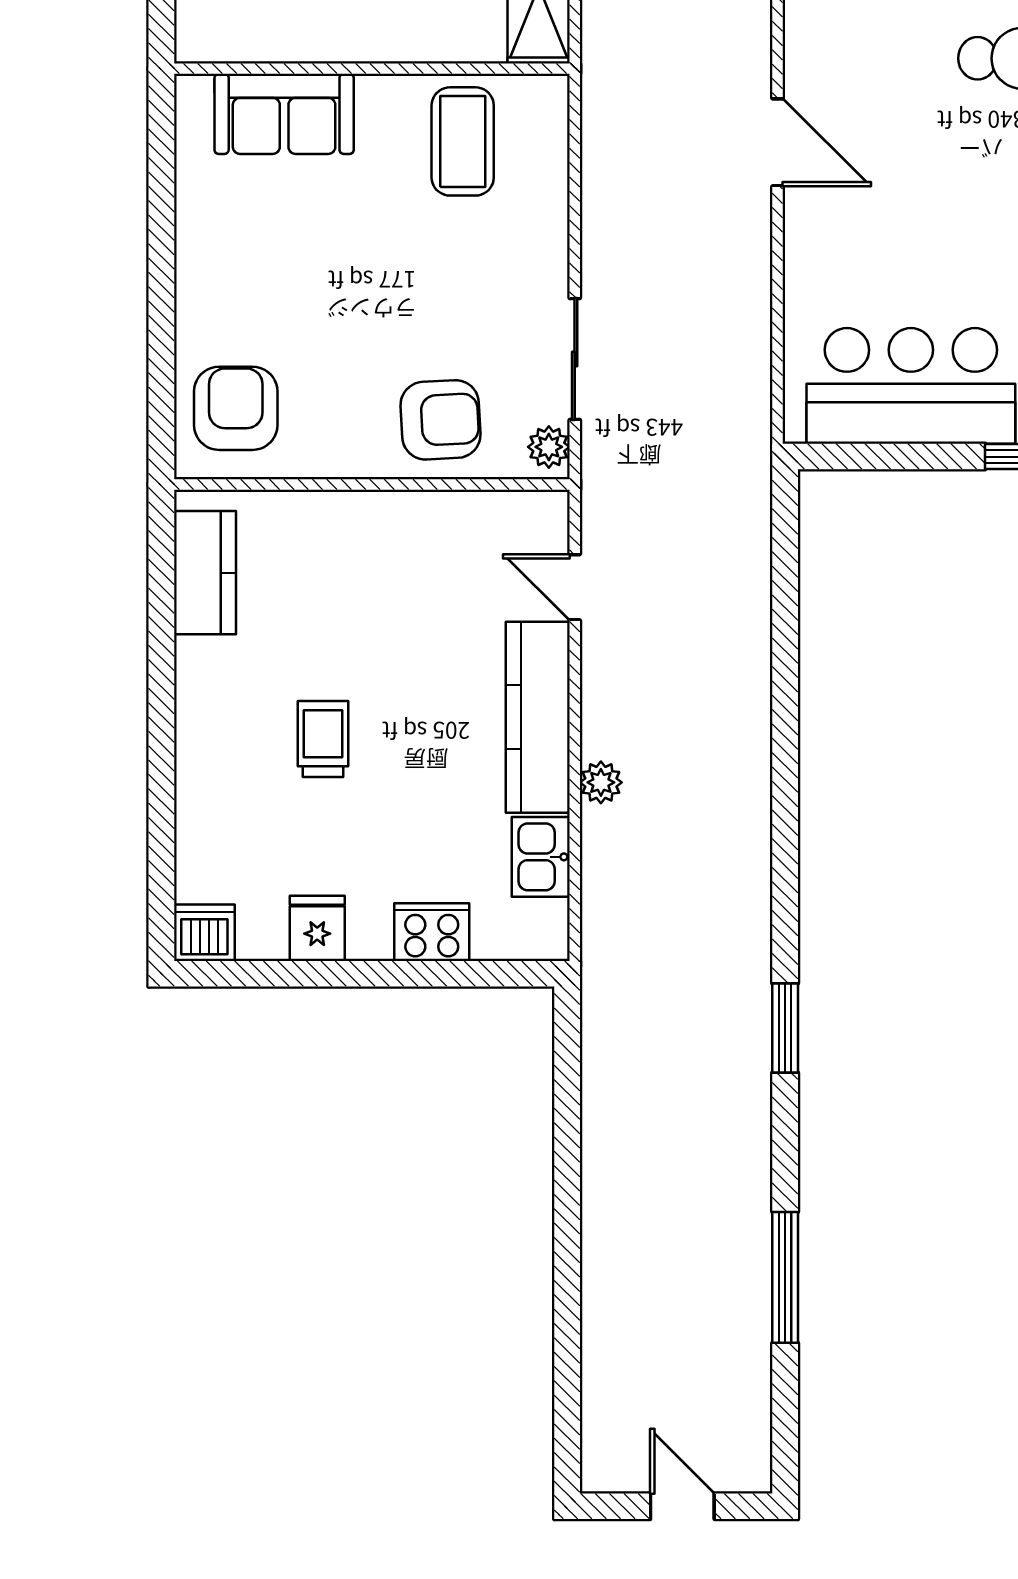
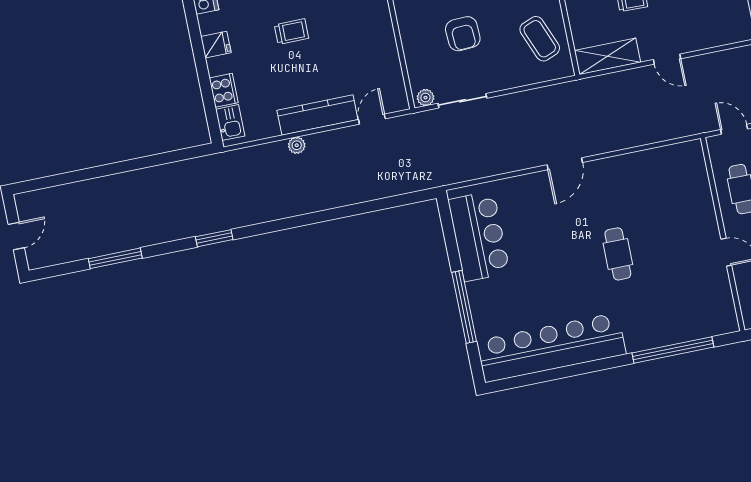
coffee table: (463, 141) -> (540, 39), turned 68
armchair: (441, 420) -> (463, 34), moved
kitchen sink: (541, 857) -> (230, 123), moved, turned 90

